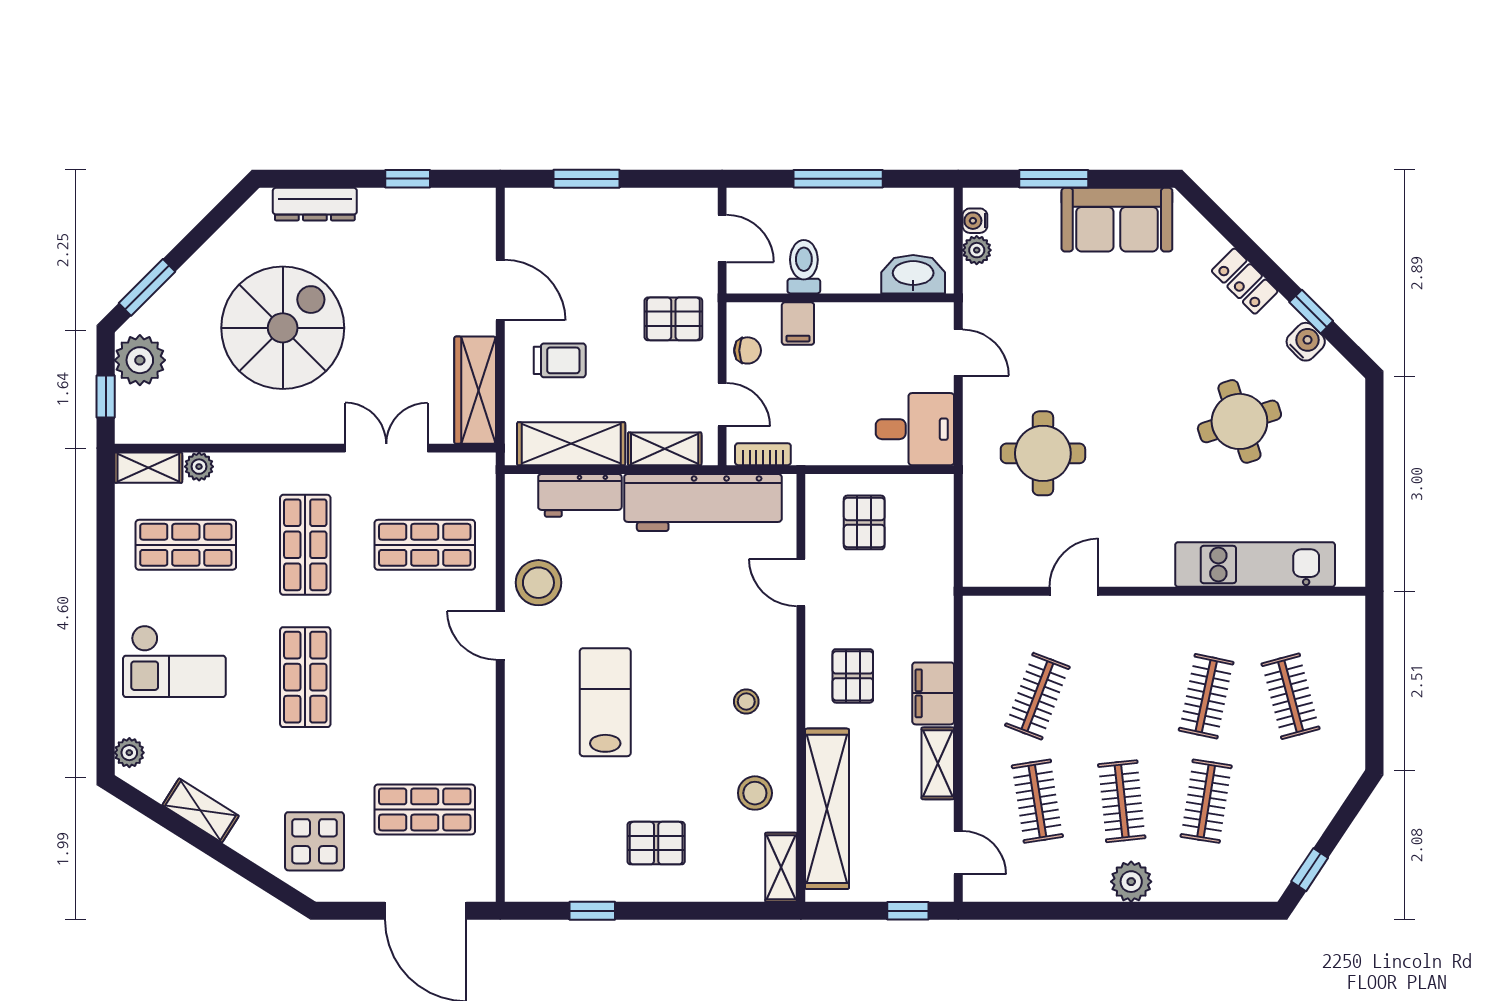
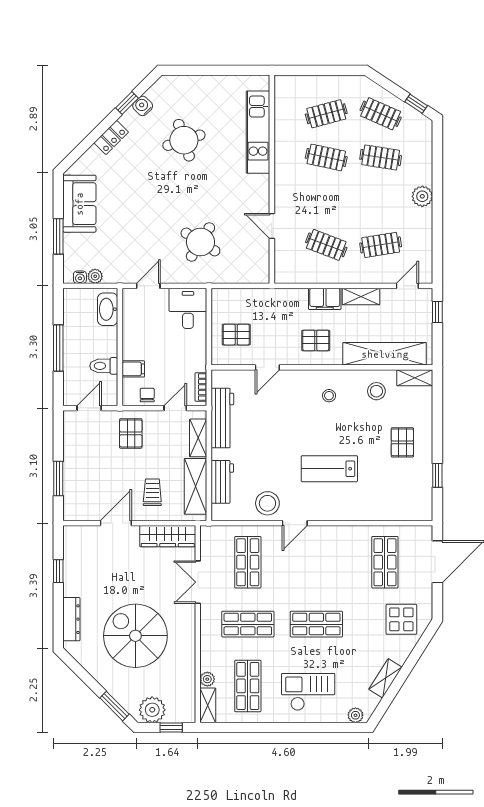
round table: (1043, 453) -> (200, 242), turned 32
workbench: (703, 503) -> (222, 418), width x0.73, depth x0.76
checkout: (174, 661) -> (308, 692), turned -90
clothes rail: (1122, 801) -> (381, 114), moved, turned 30

